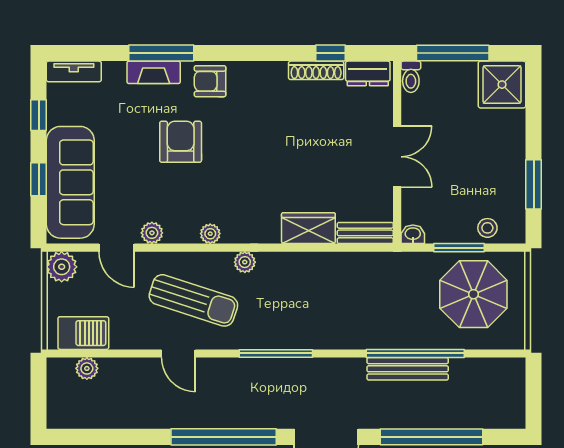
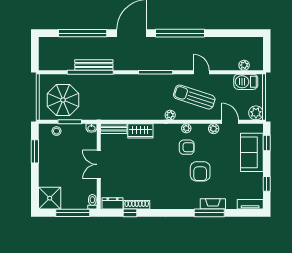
armchair: (210, 81) -> (187, 147), moved
window: (39, 179) -> (267, 143), moved
sofa: (70, 182) -> (252, 152), width x0.73

